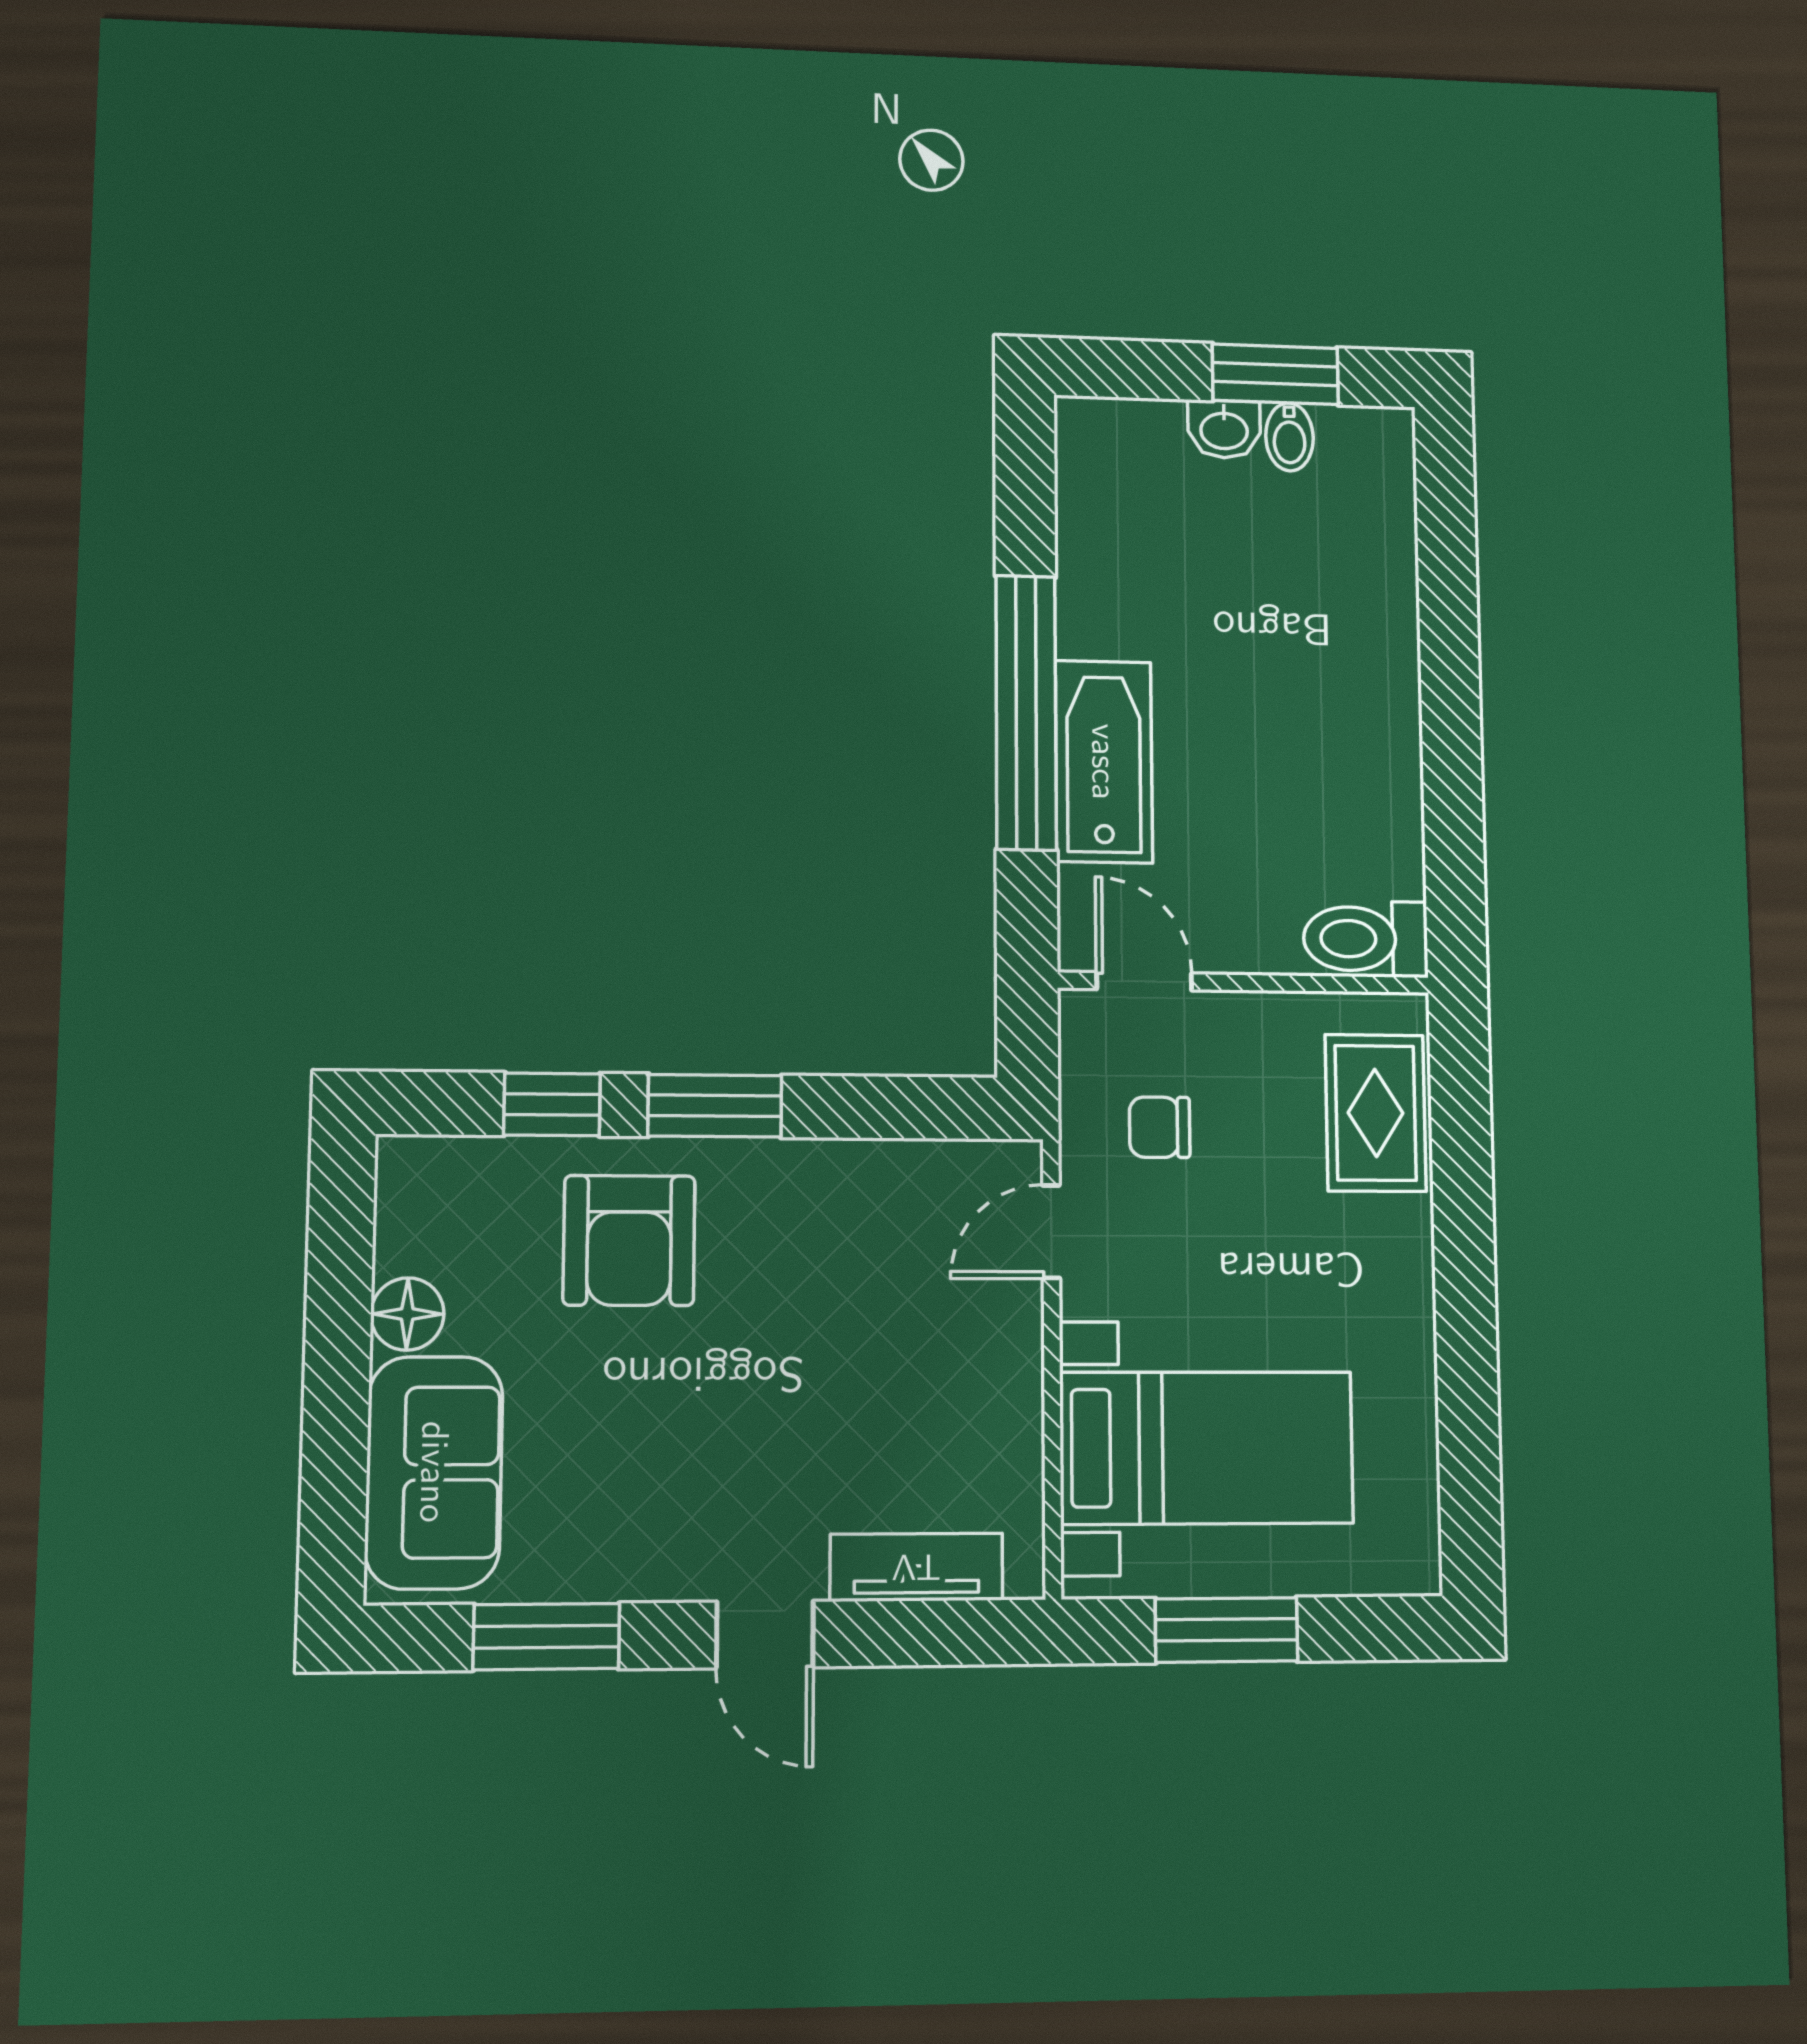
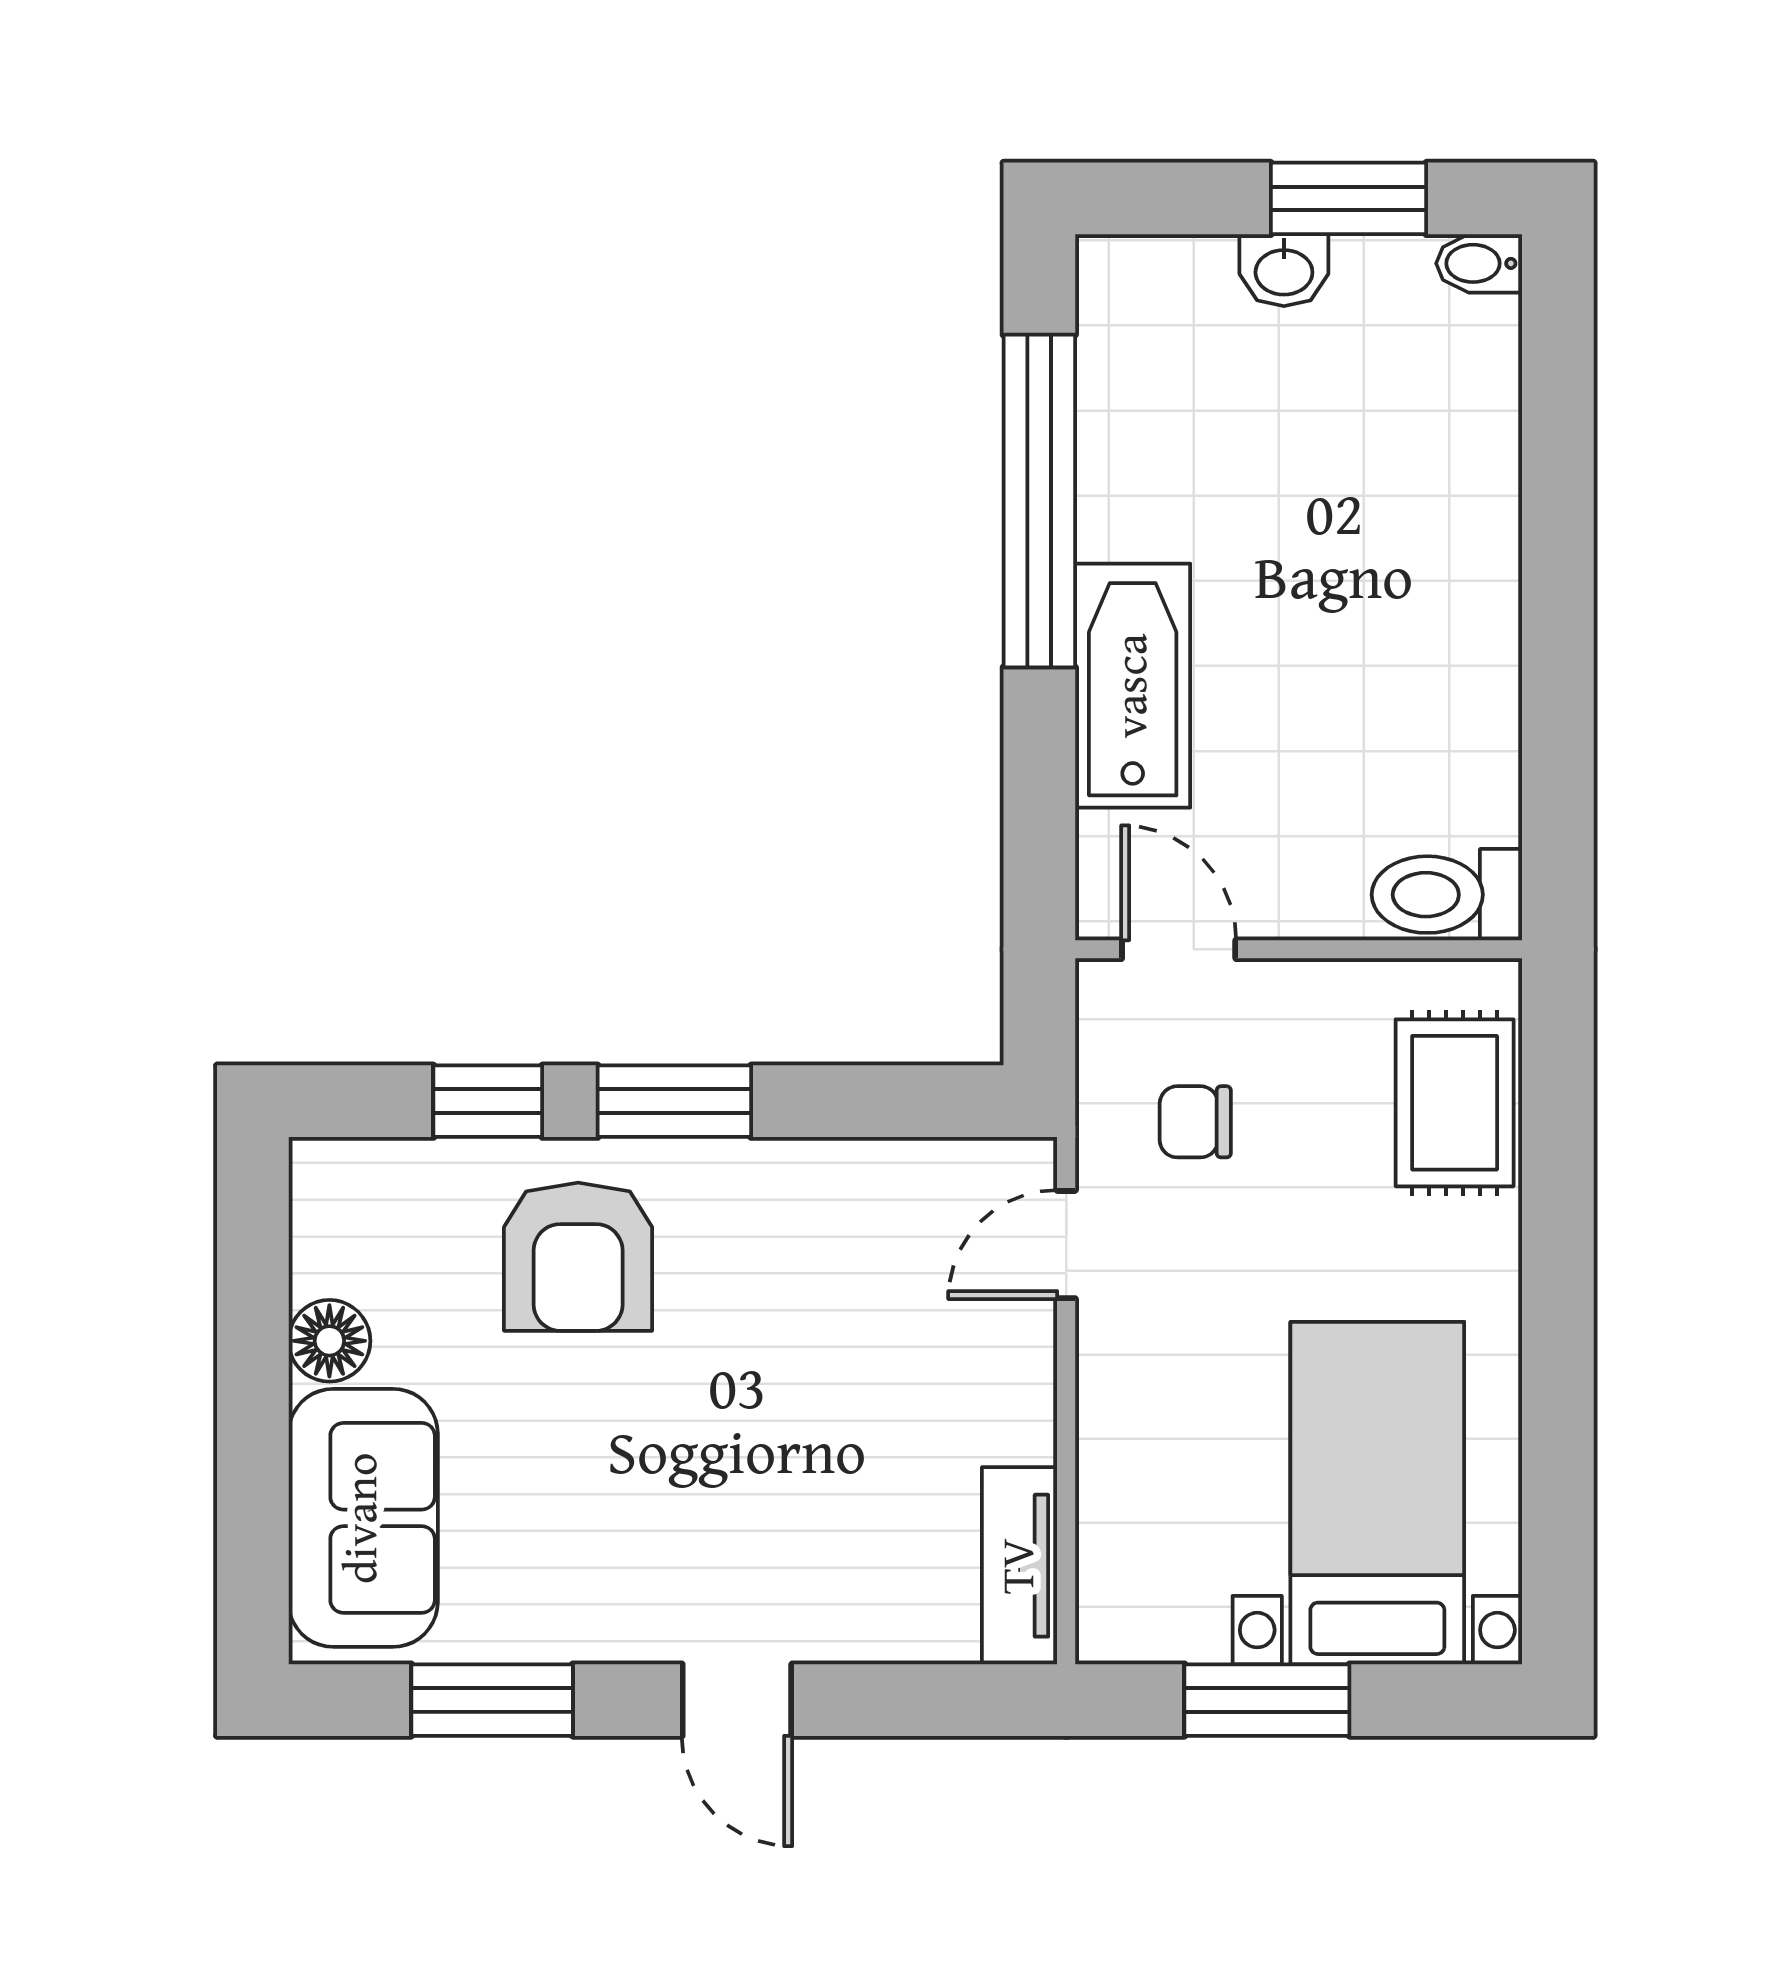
bidet: (1289, 437) -> (1479, 263), moved, turned 90
window: (1026, 712) -> (1039, 501), moved
bed with nightstands: (1207, 1448) -> (1377, 1493), moved, turned -90
tv unit: (916, 1567) -> (1020, 1566), moved, turned -90

